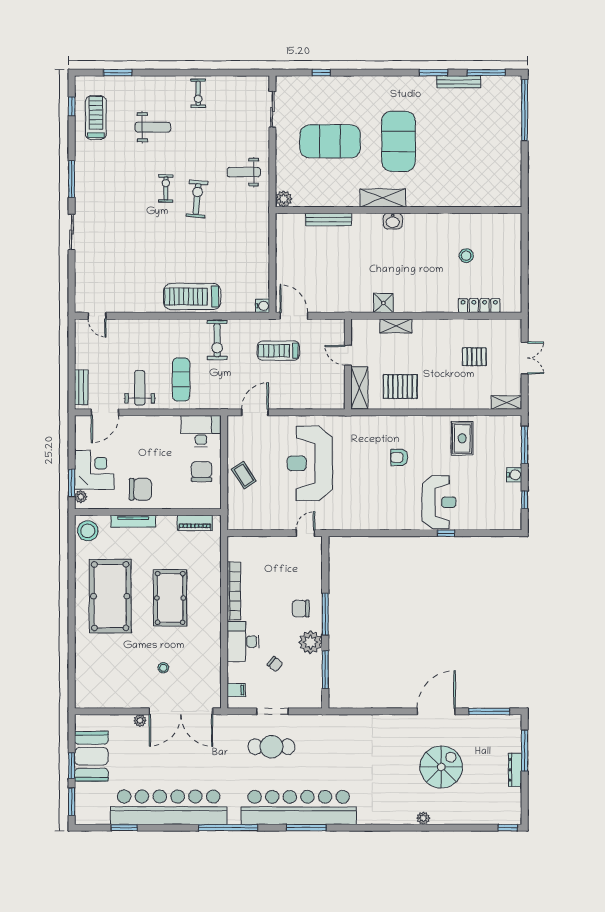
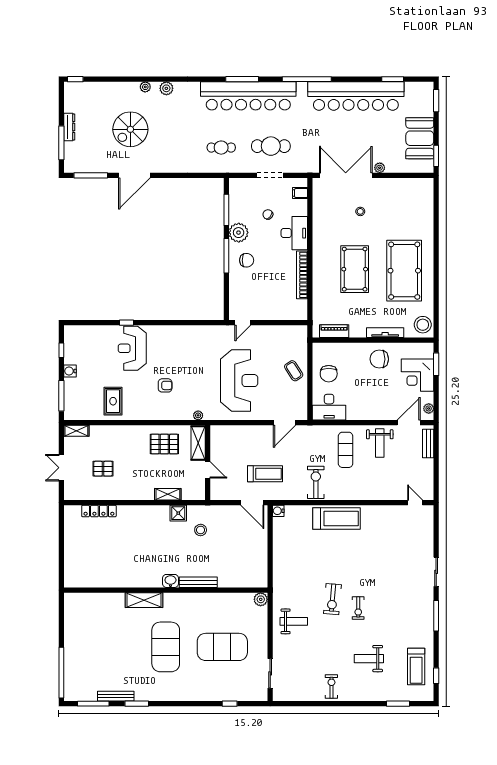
shelving: (383, 198) -> (144, 600), moved
bench: (329, 219) -> (198, 582), moved
stool: (466, 256) -> (201, 530), moved
plant: (359, 421) -> (198, 415), added
plant: (81, 497) -> (429, 408), moved
cafe table: (331, 745) -> (221, 148), added
window: (72, 766) -> (436, 156), moved
plant: (398, 817) -> (166, 88), added

